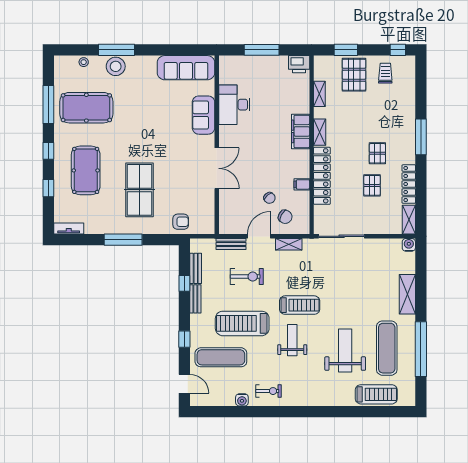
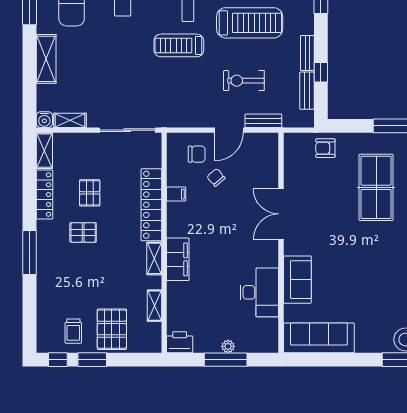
window: (346, 50) -> (92, 360), moved
plant: (260, 61) -> (228, 346), added
pallet: (377, 153) -> (83, 232), turned 90
chair: (285, 217) -> (197, 154), turned 151
shelving: (289, 244) -> (70, 120), moved

